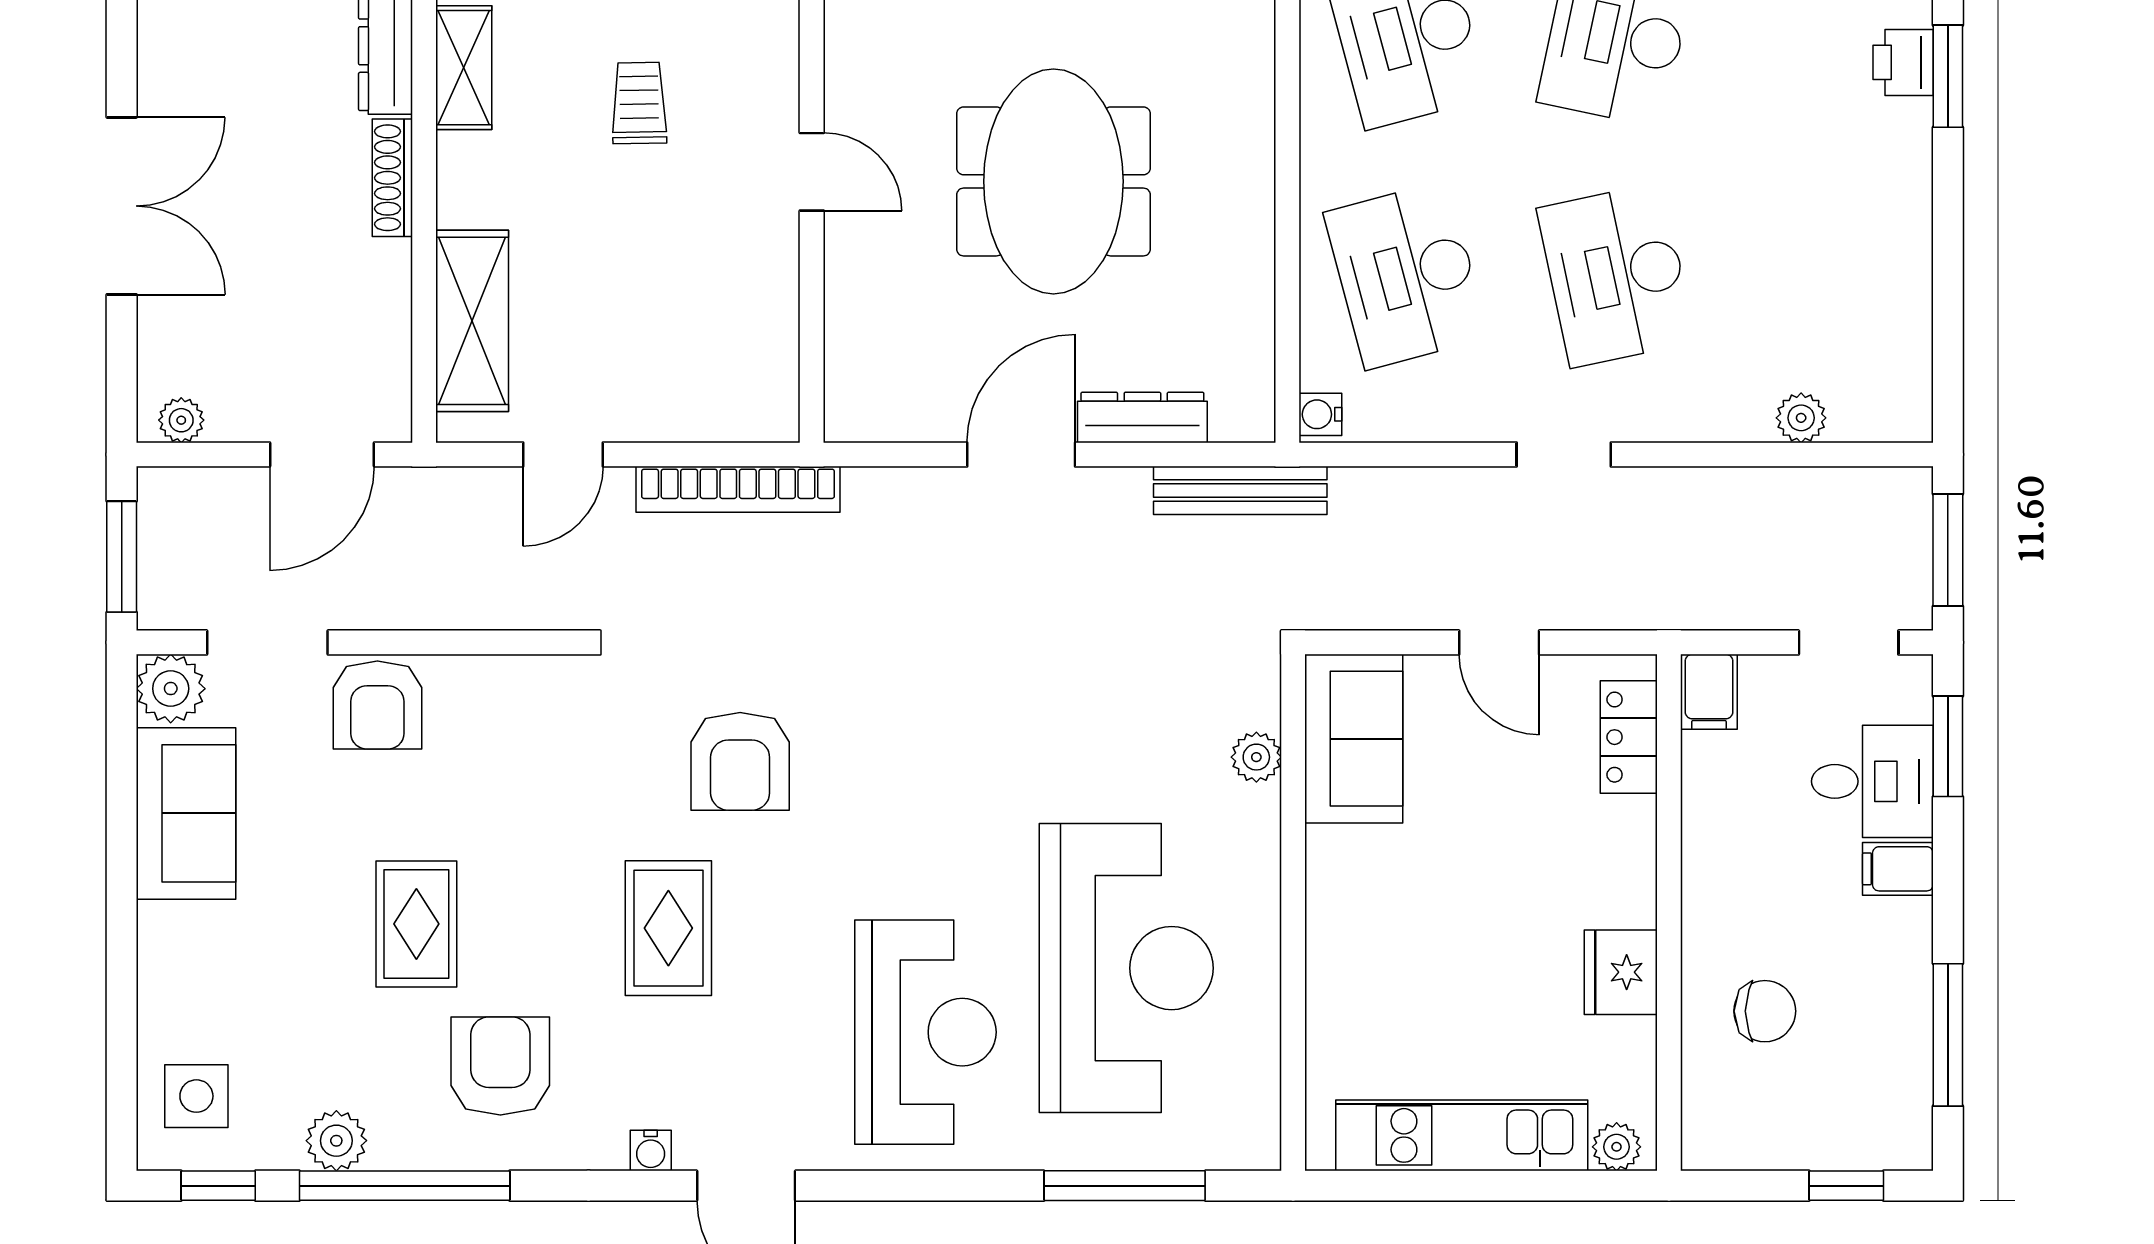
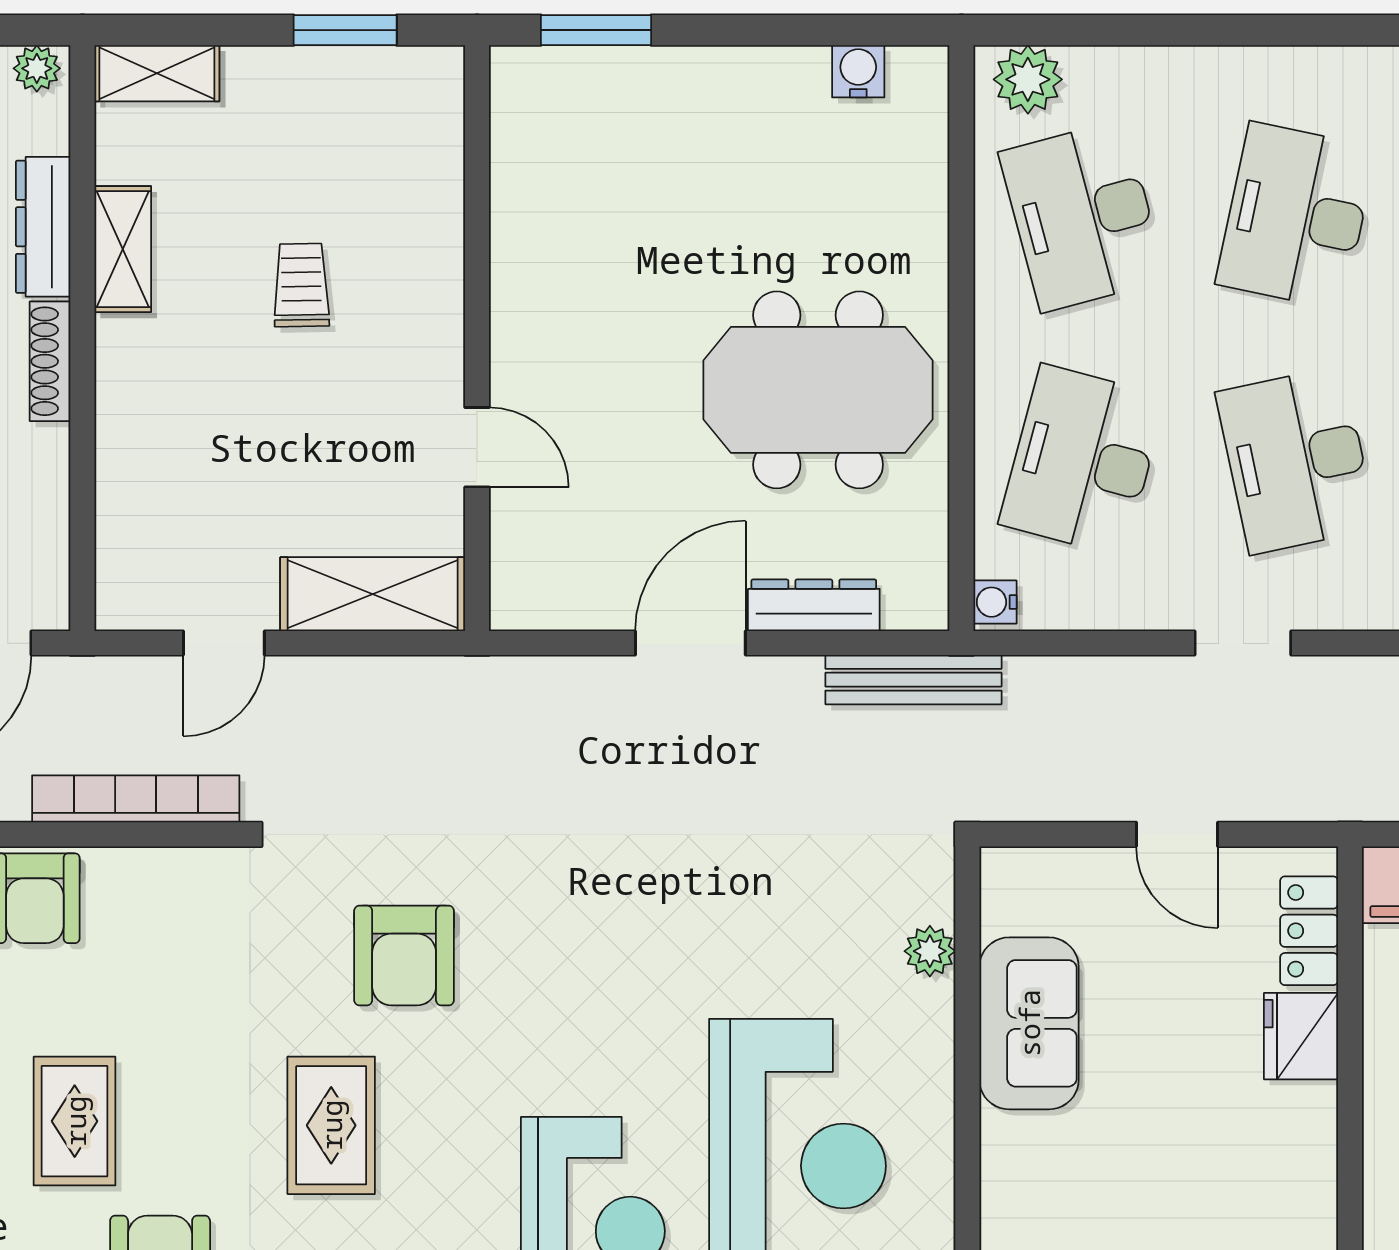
door: (812, 172) -> (477, 447), moved
meeting table: (1053, 181) -> (818, 390), moved, turned 90
desk: (1406, 275) -> (1083, 460), turned 30
shelving: (472, 321) -> (373, 594), moved, turned 90
bookcase: (738, 489) -> (136, 799), moved, turned 180
sofa: (1354, 739) -> (1029, 1023), moved
fridge: (1621, 972) -> (1301, 1036), moved

